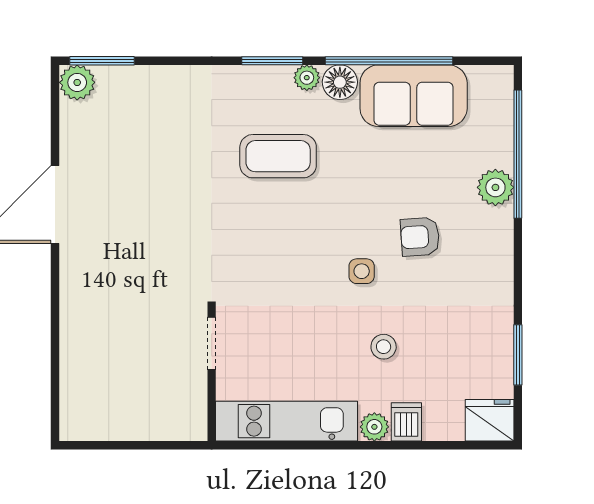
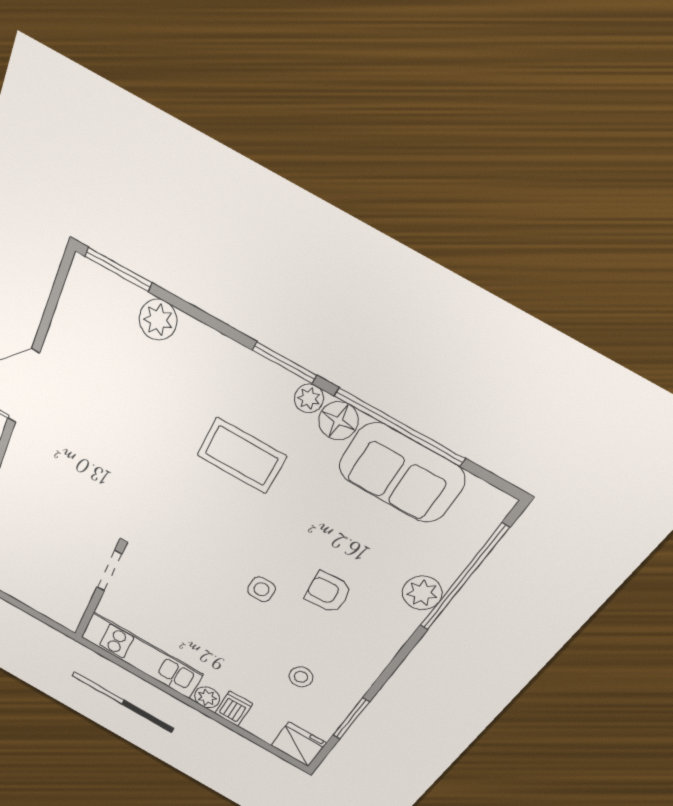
plant: (77, 82) -> (158, 320), moved
stool: (384, 347) -> (301, 677), moved

